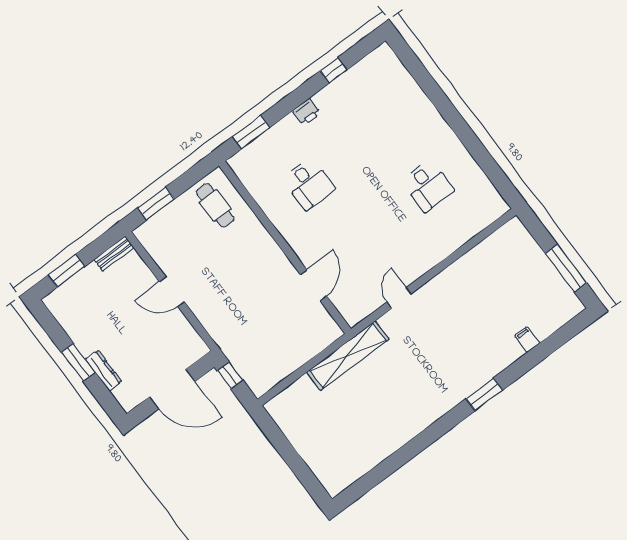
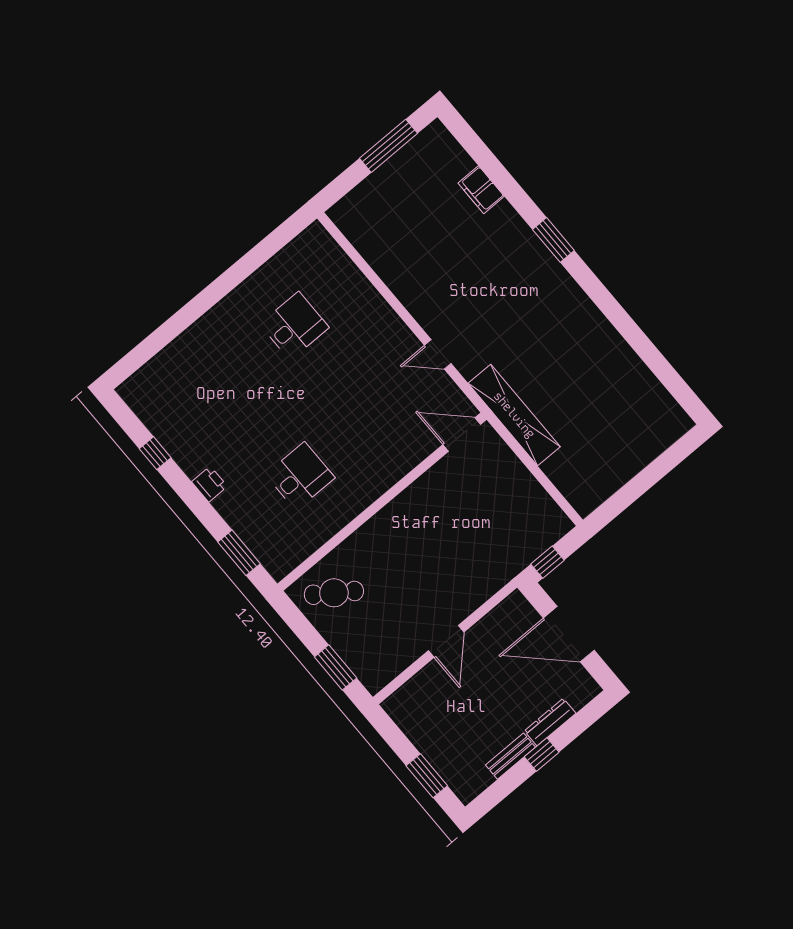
cafe table: (215, 205) -> (334, 593), turned 35
bench: (114, 254) -> (511, 756), moved, turned 90
door: (313, 285) -> (462, 435), moved
filing cabinet: (527, 340) -> (481, 190), width x2.00
window: (78, 362) -> (542, 755), width x0.67
door: (172, 389) -> (569, 634), swing flipped

